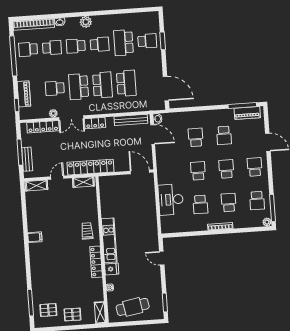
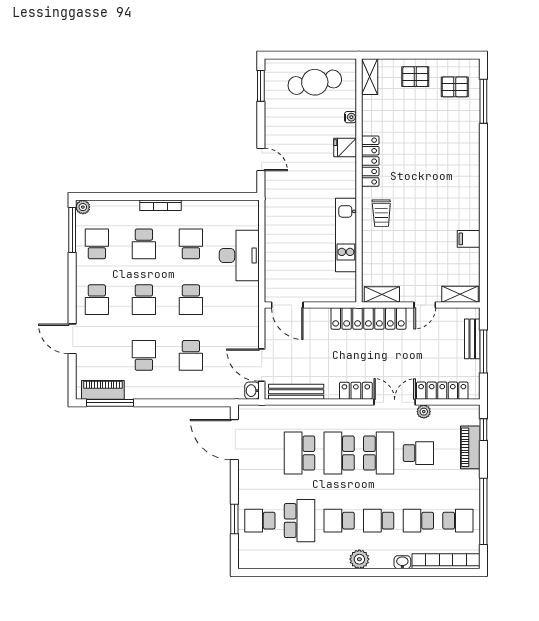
school desk: (76, 46) -> (379, 521), turned 180
filing cabinet: (35, 237) -> (469, 239), moved
kitchen unit: (109, 240) -> (346, 235), moved

